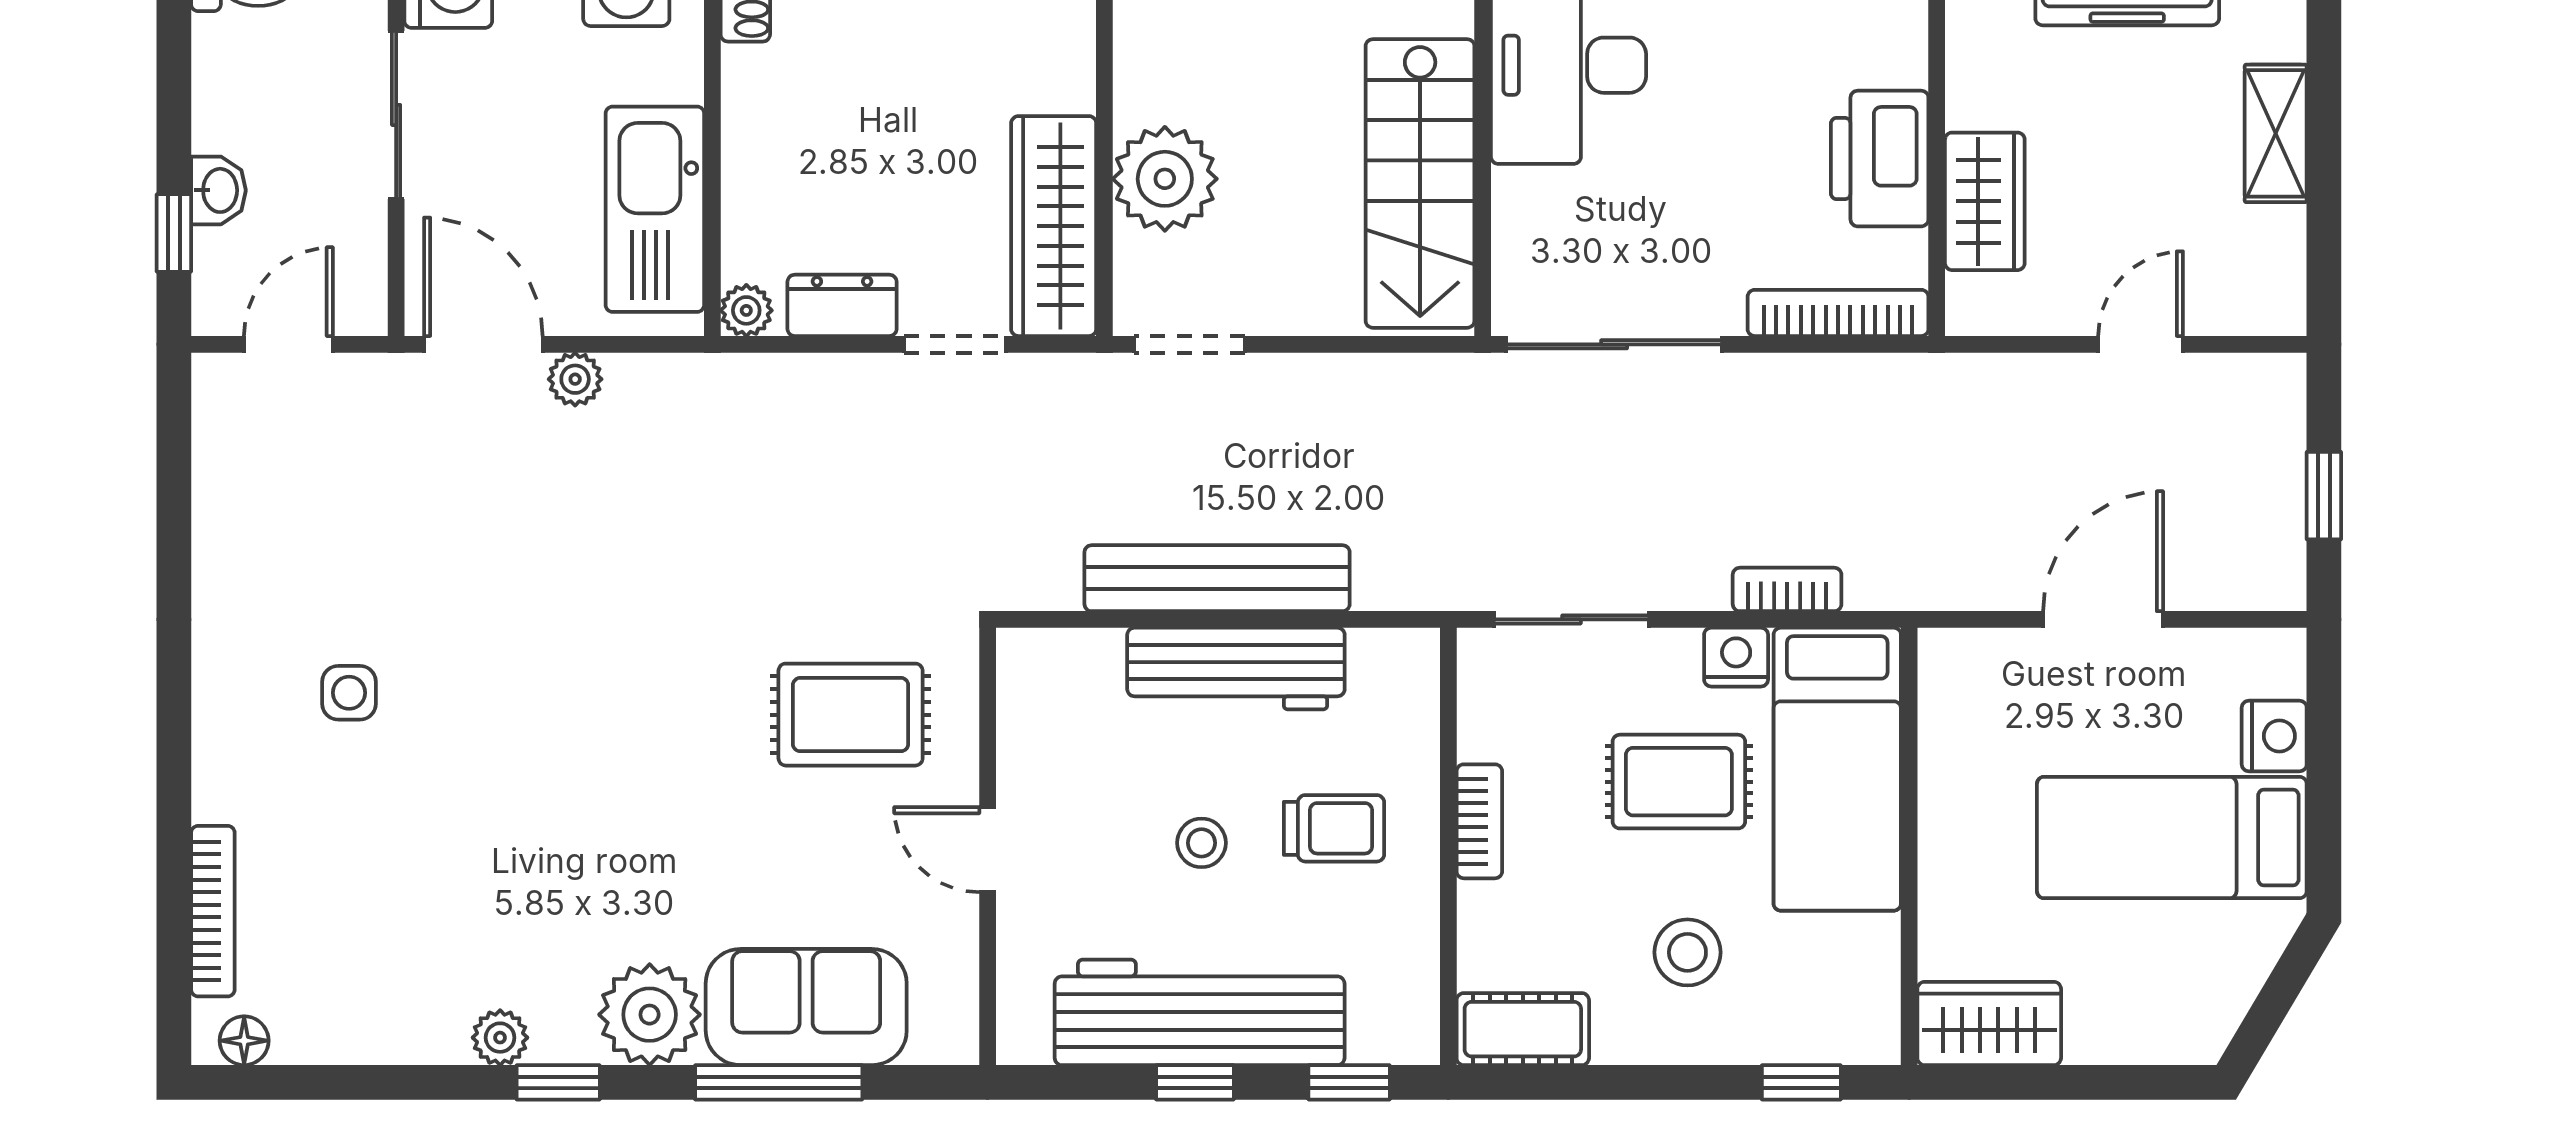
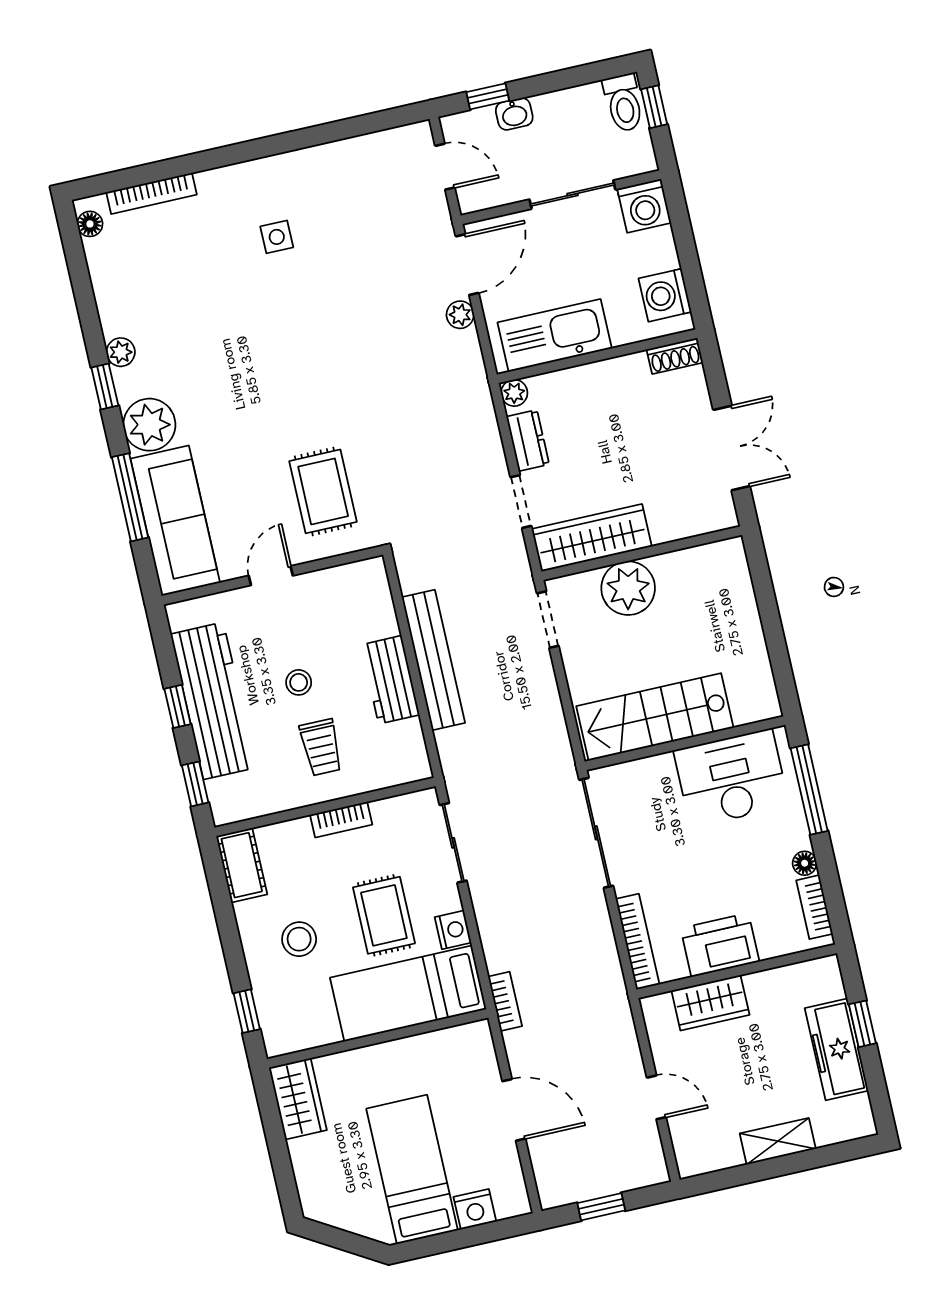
bookcase: (1787, 589) -> (505, 1001), moved
workbench: (1236, 669) -> (390, 680), width x0.73
sofa: (806, 1007) -> (175, 521), width x1.36

